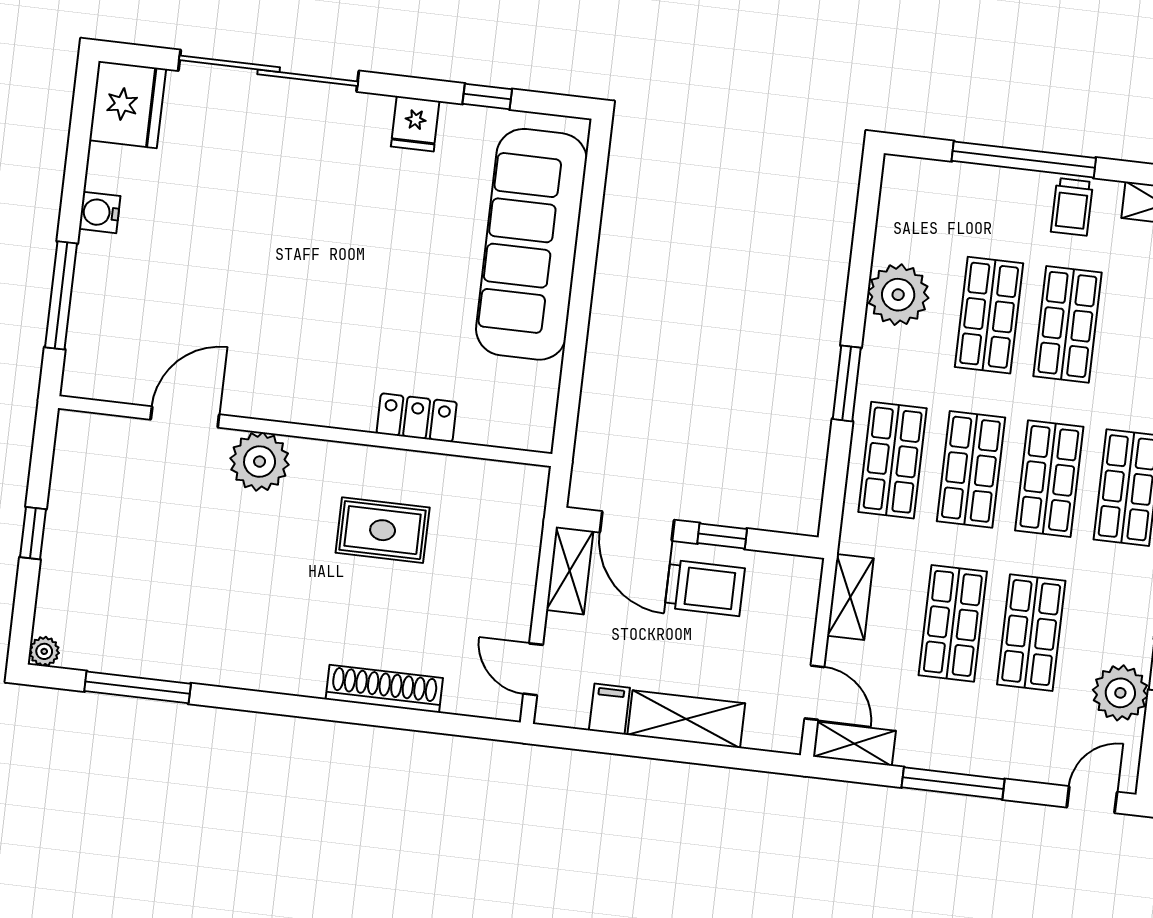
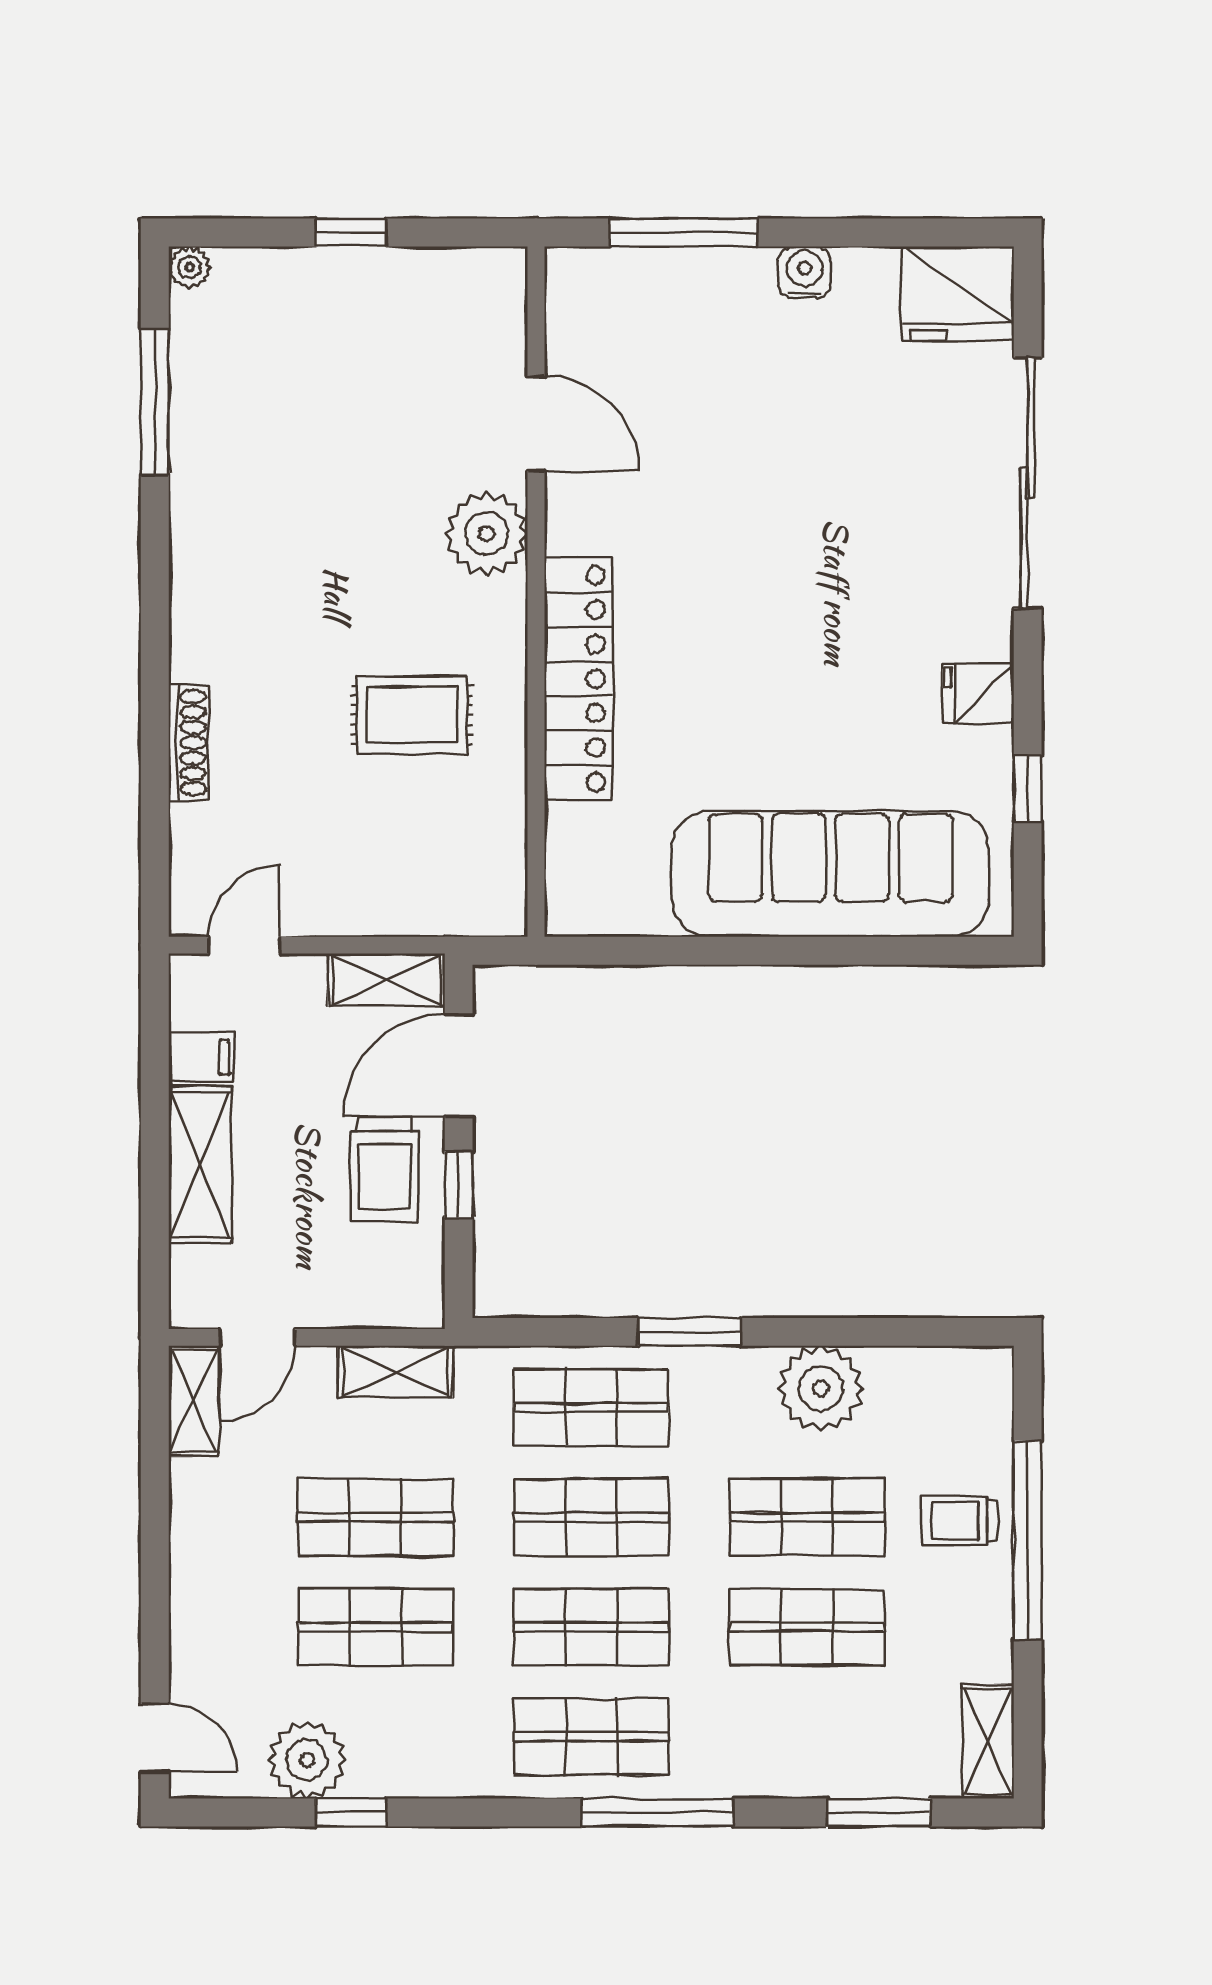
trolley: (1072, 207) -> (960, 1521), moved
locker: (417, 418) -> (578, 679), width x2.16, depth x1.21
rug: (383, 530) -> (412, 715), turned 90
shoe rack: (384, 689) -> (188, 743), width x0.74, depth x0.81
window: (953, 783) -> (155, 1544), removed

